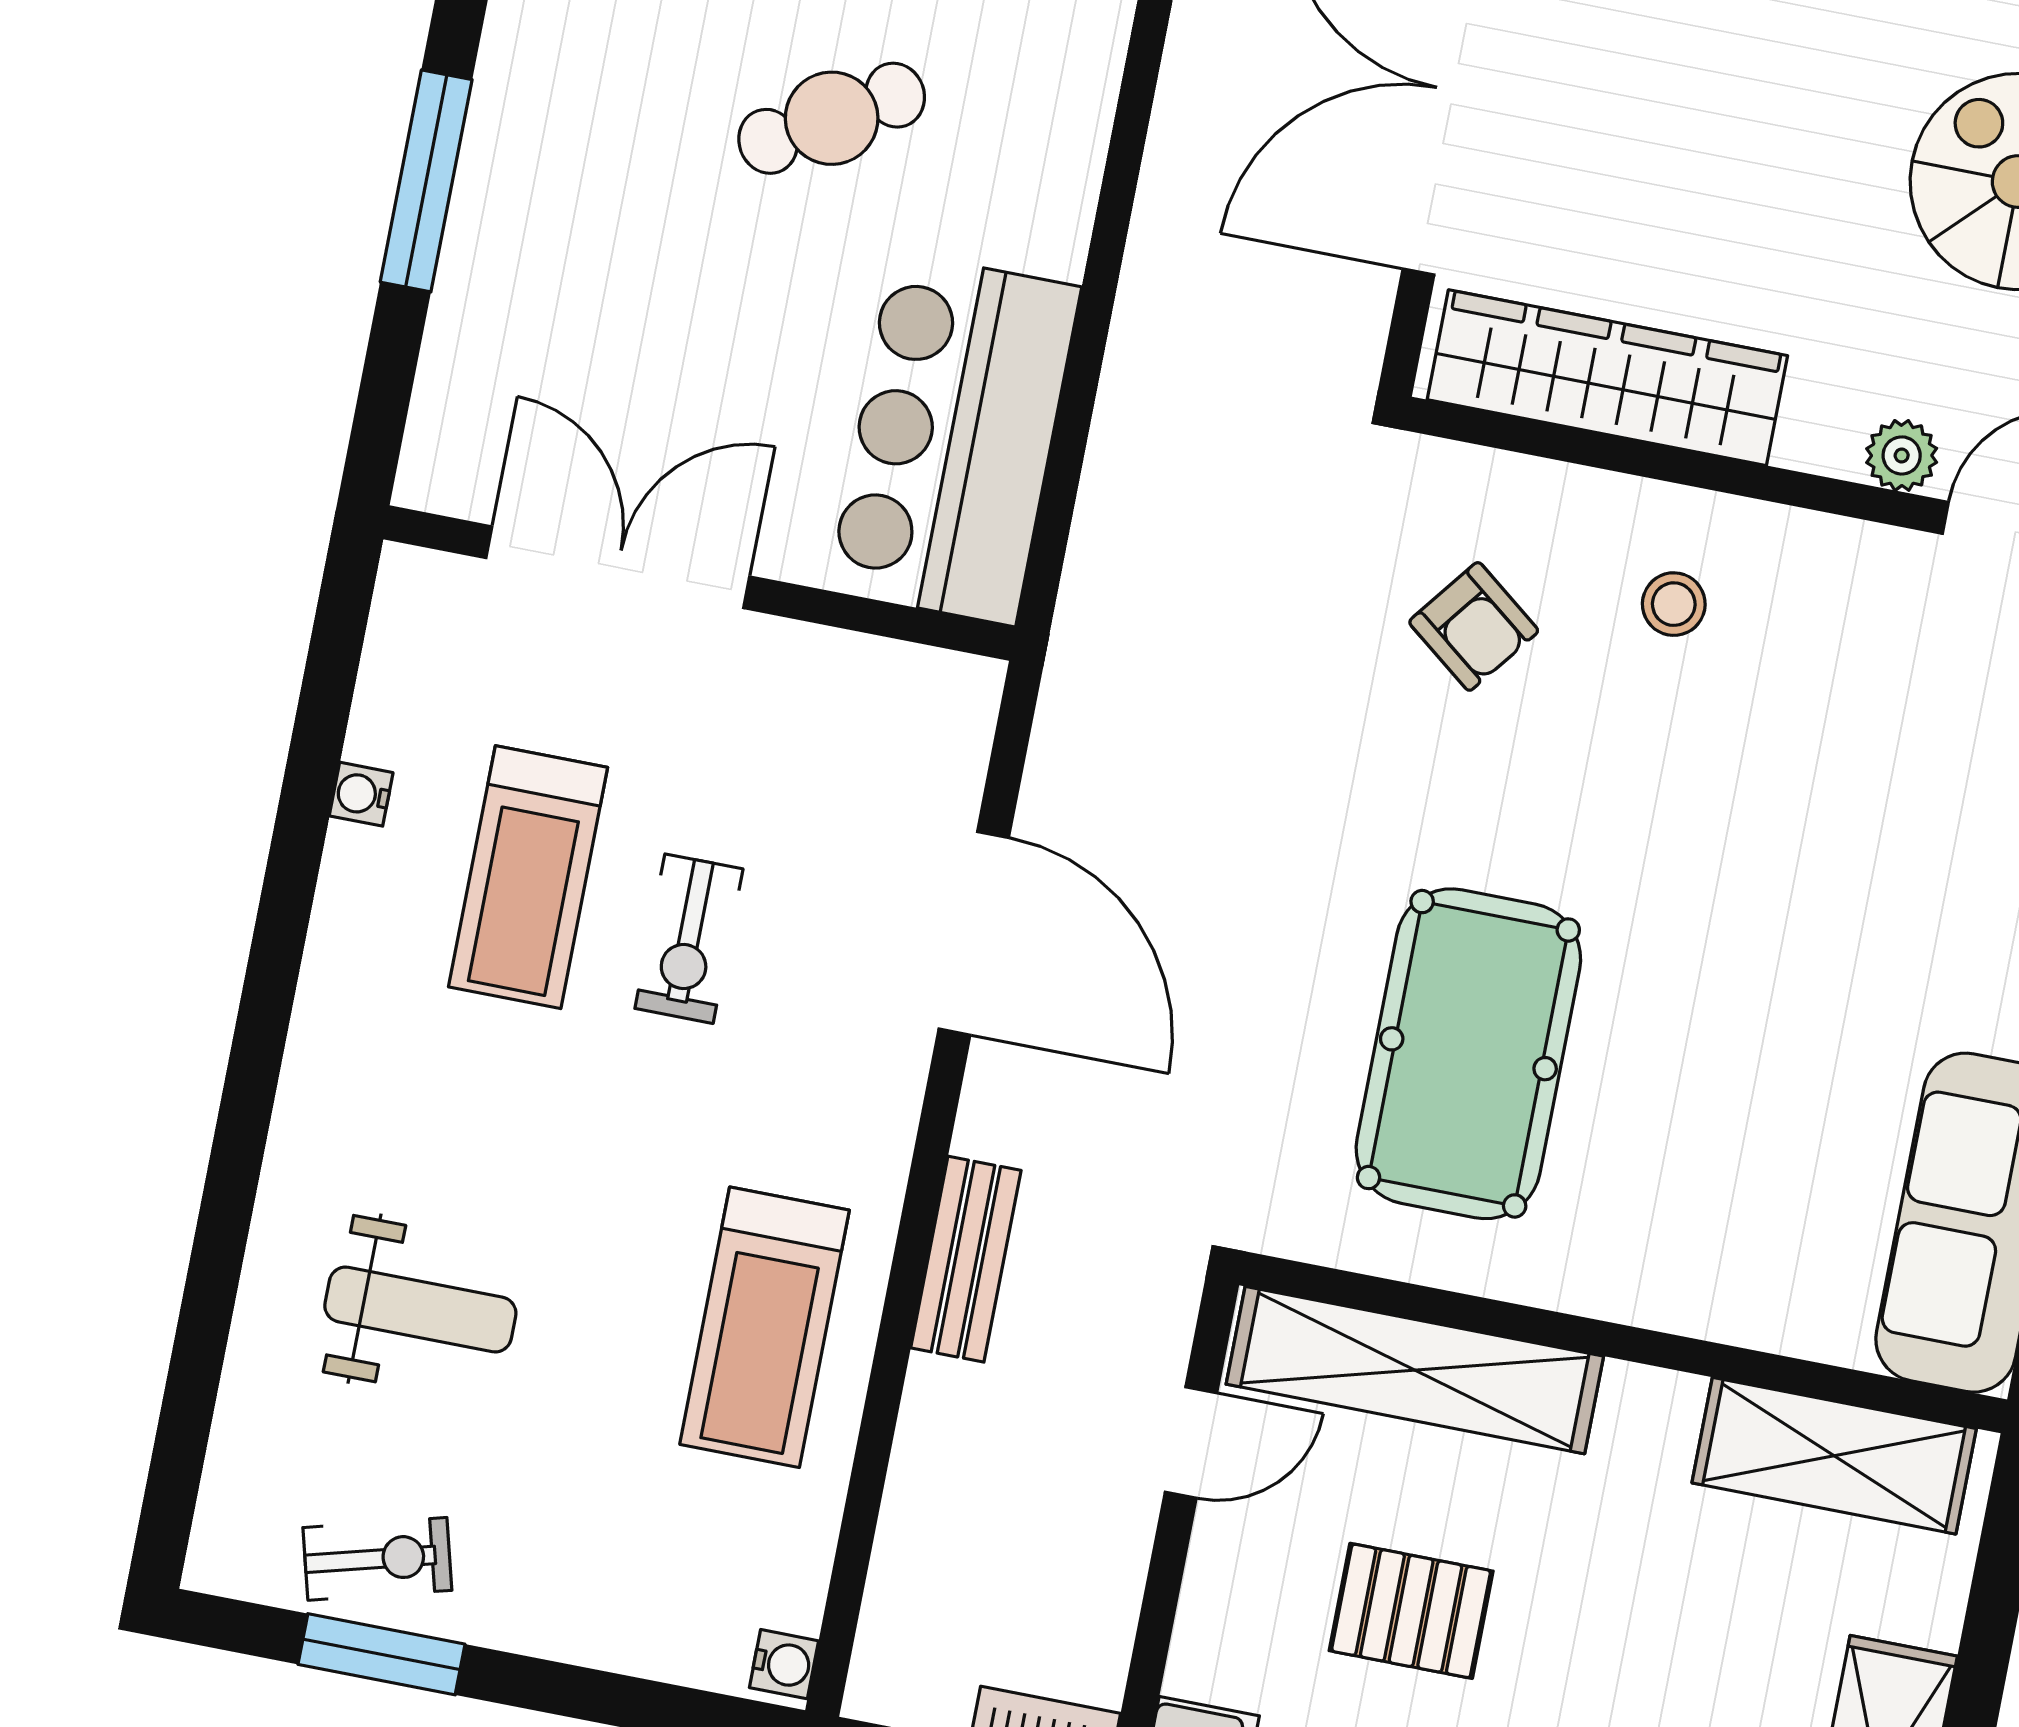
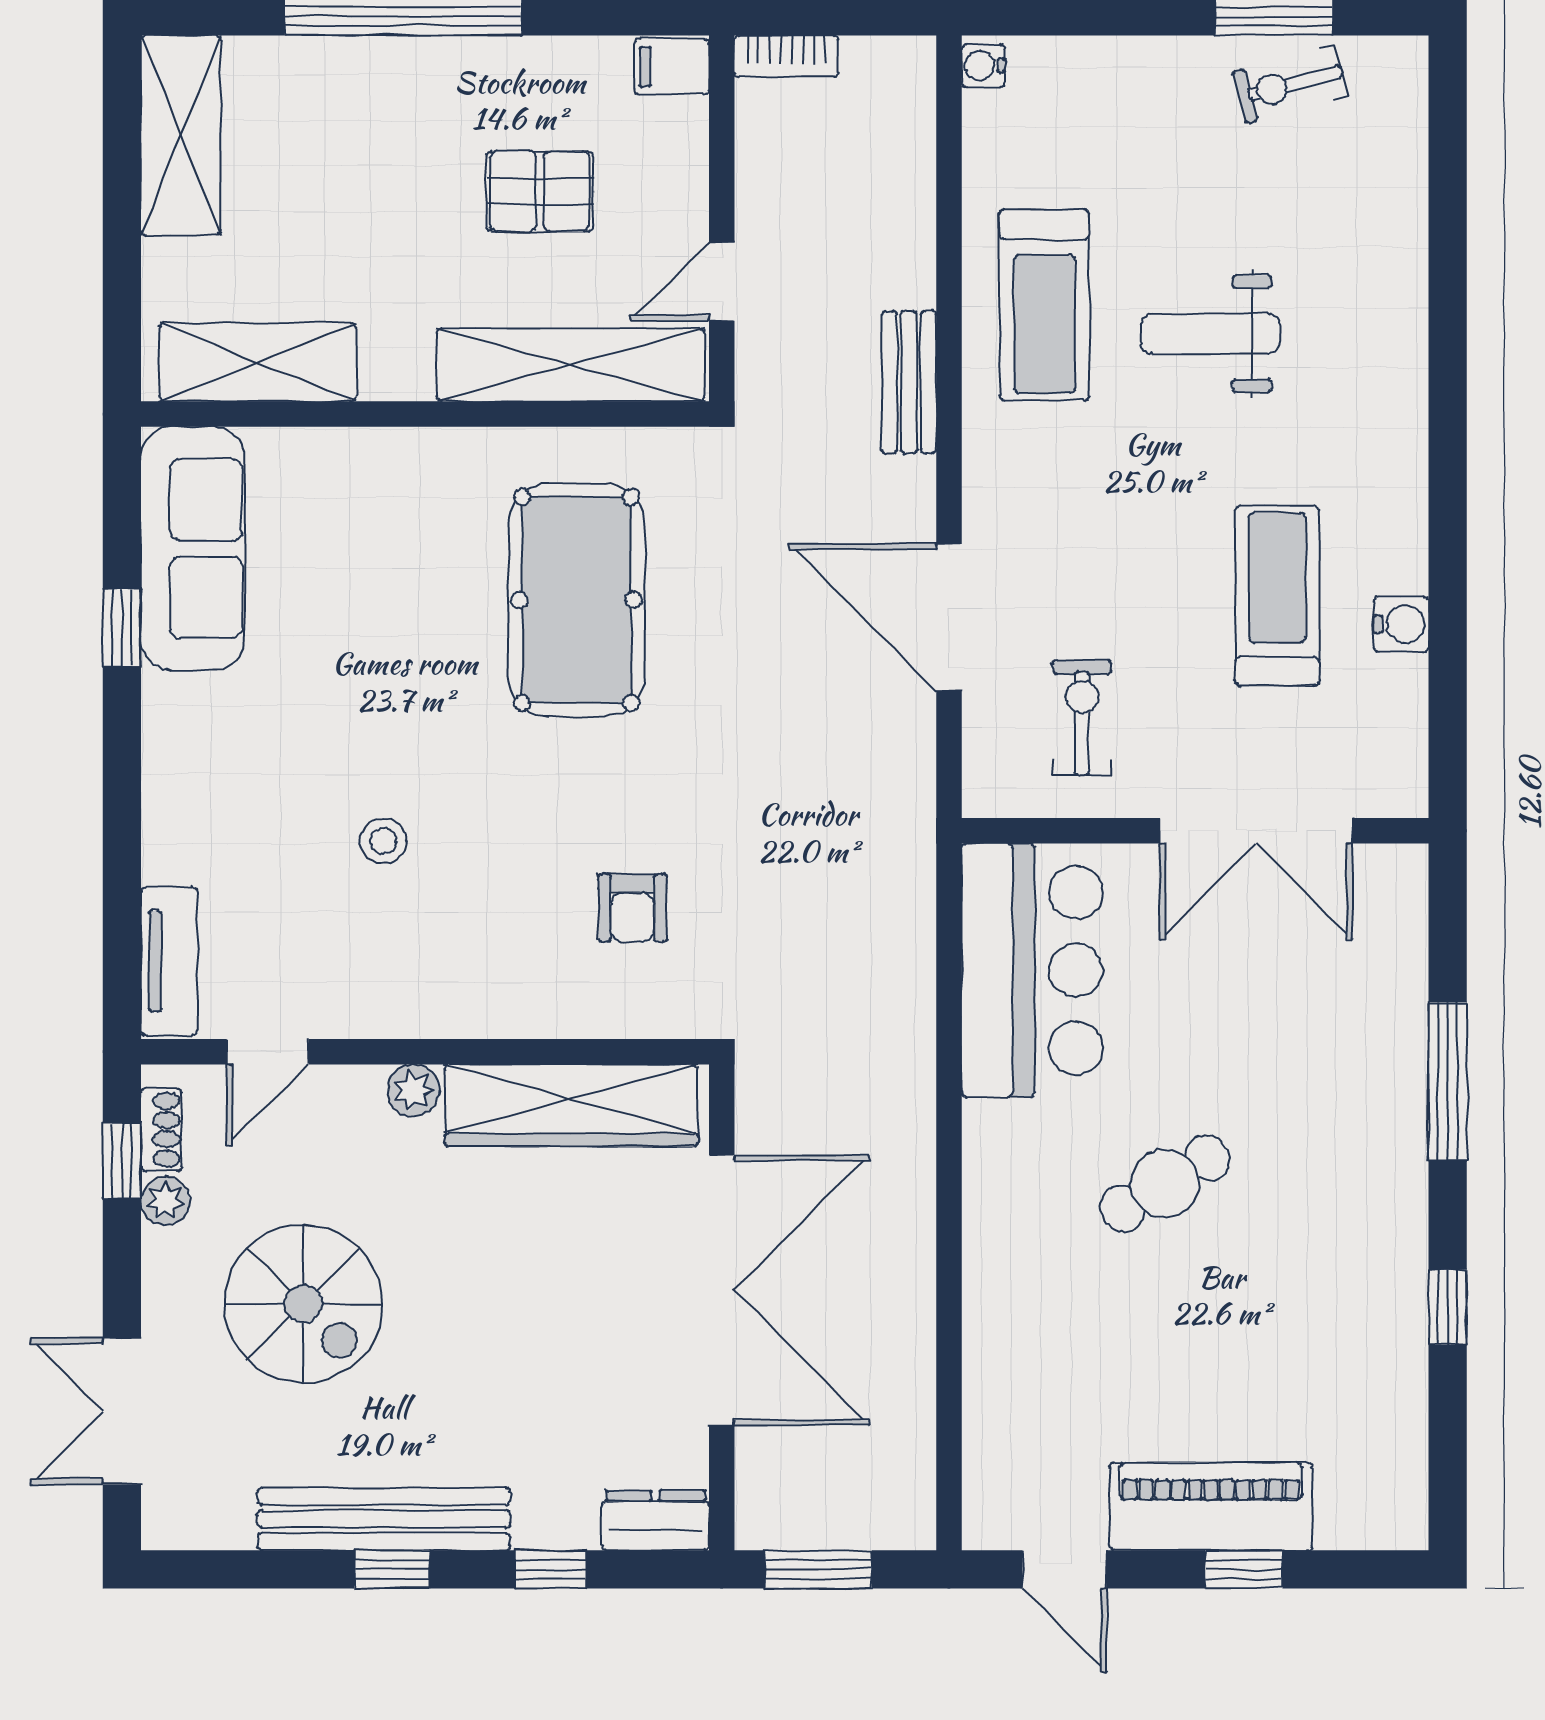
plant: (1902, 455) -> (413, 1091), moved
stool: (1674, 604) -> (383, 841), moved
armchair: (1474, 626) -> (632, 908), turned -128
water cooler: (361, 794) -> (1401, 624), width x1.38, depth x1.38
exercise bike: (689, 939) -> (1082, 718), moved
weight bench: (420, 1309) -> (1210, 334), moved
treadmill: (765, 1327) -> (1044, 305), turned 180

